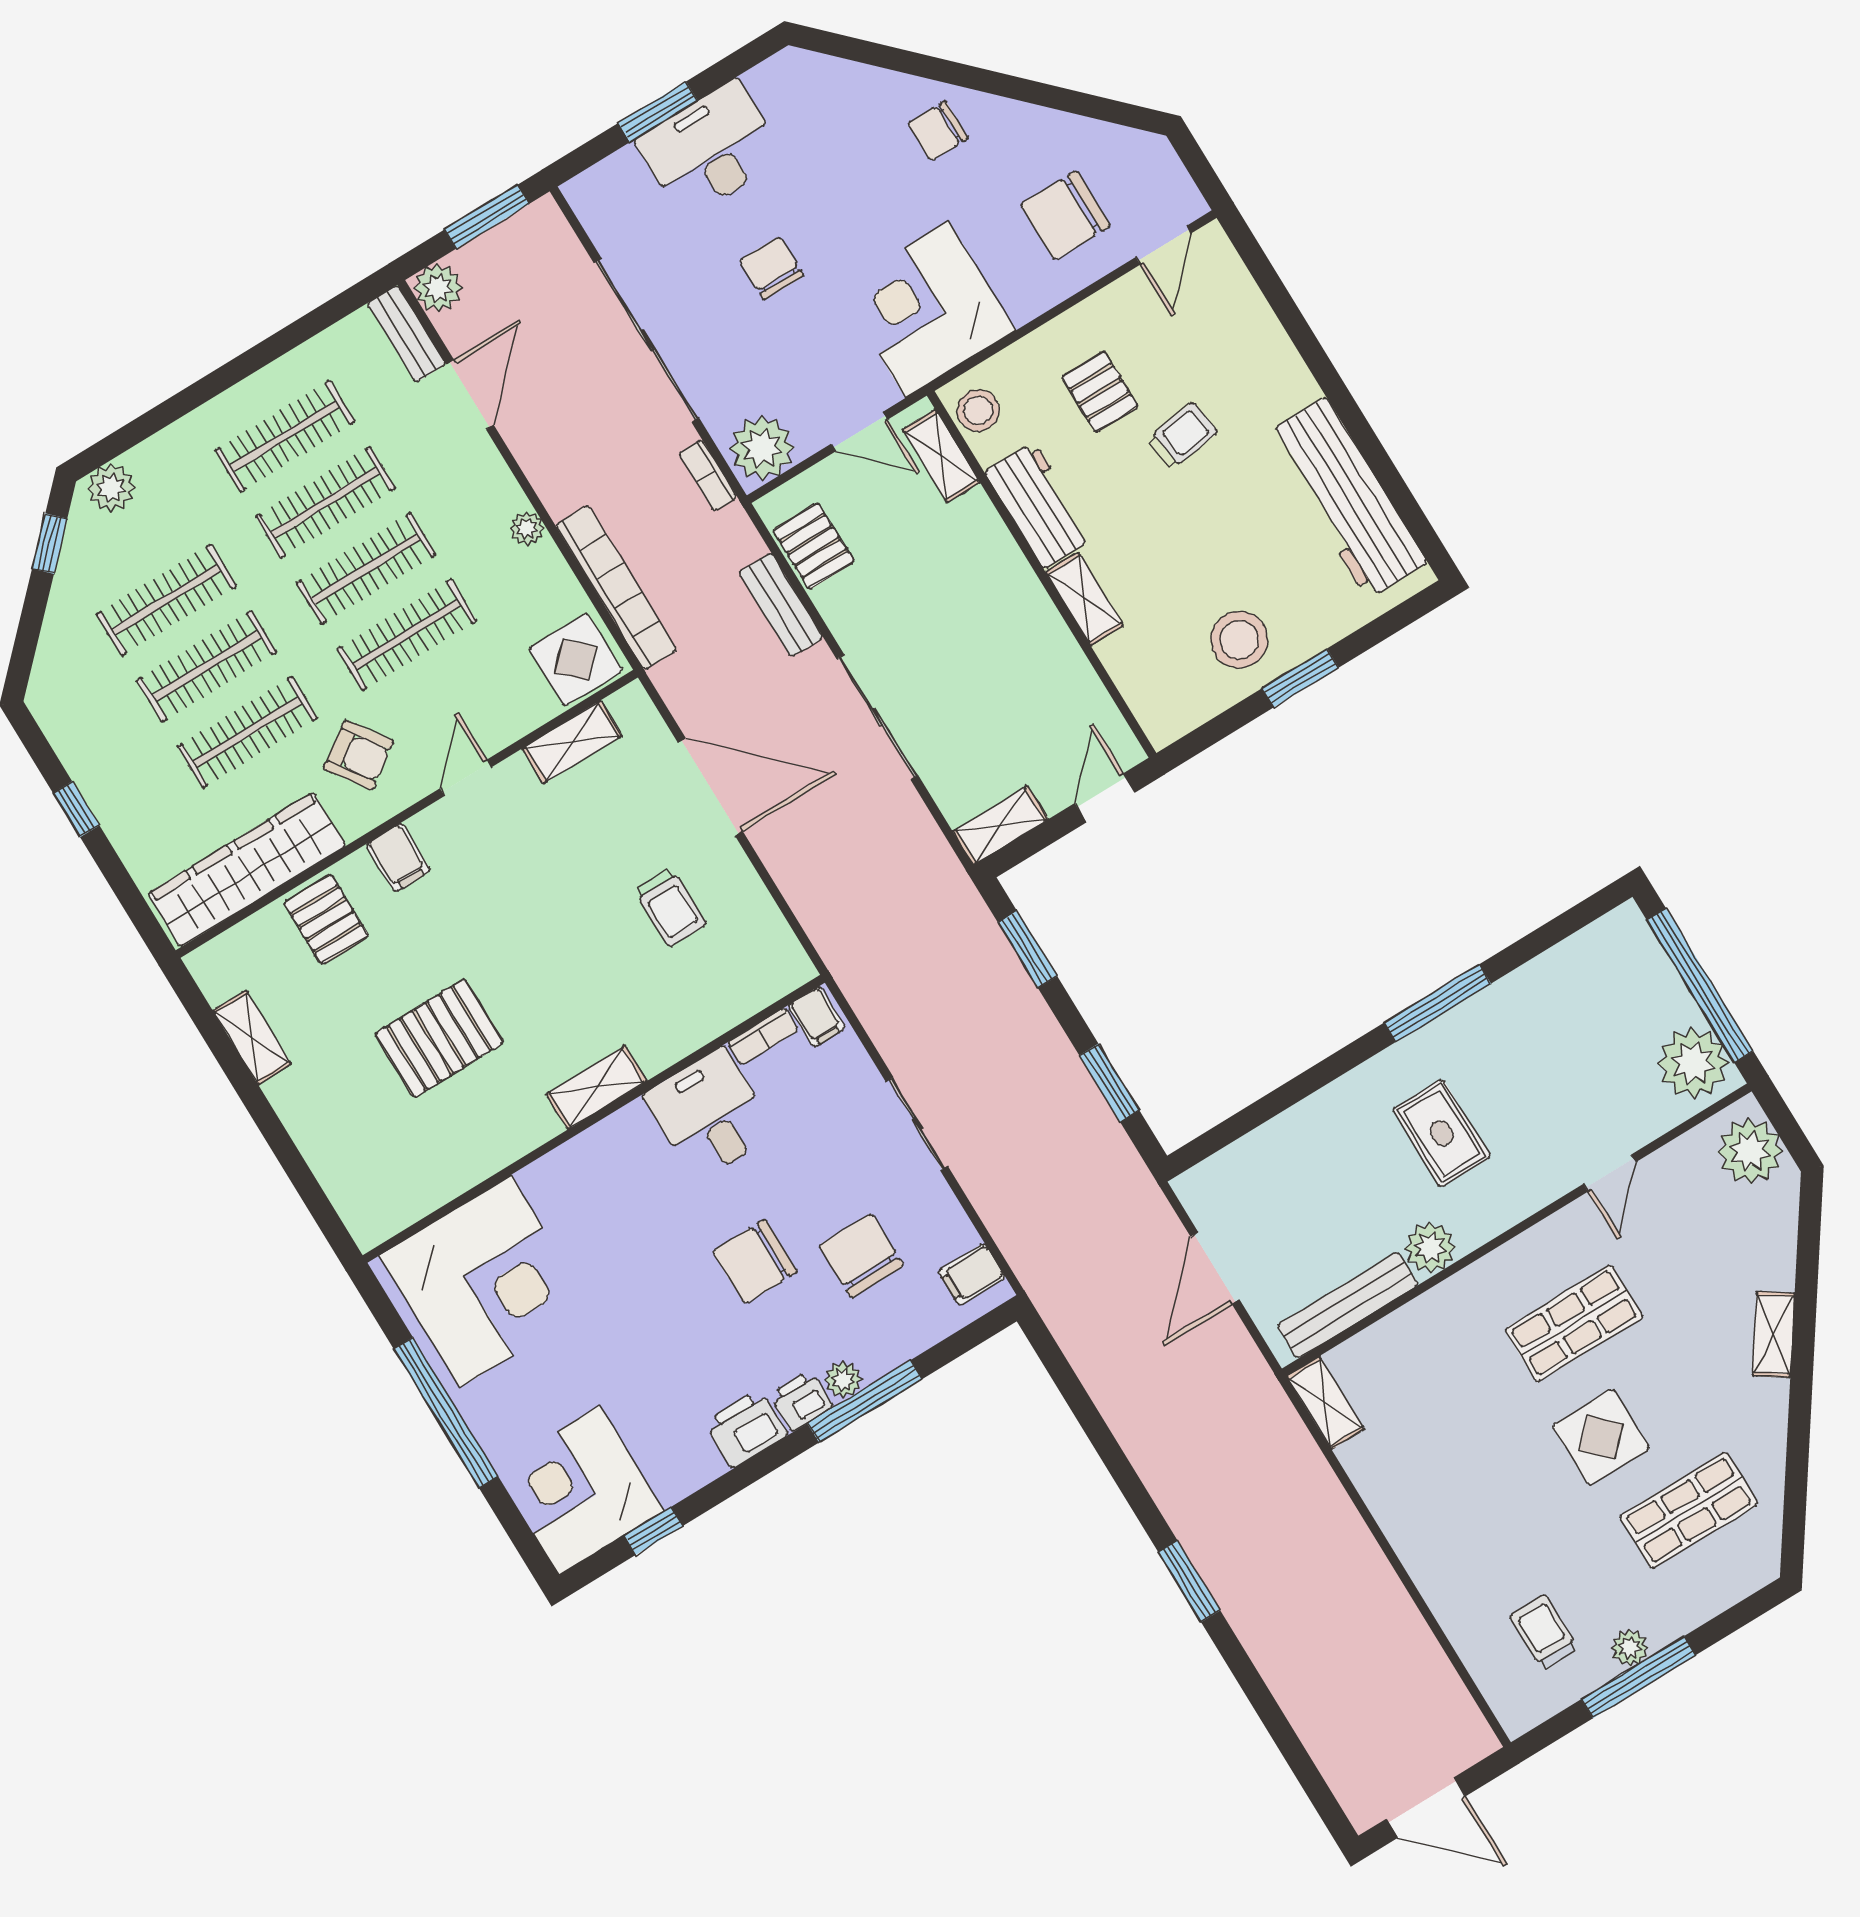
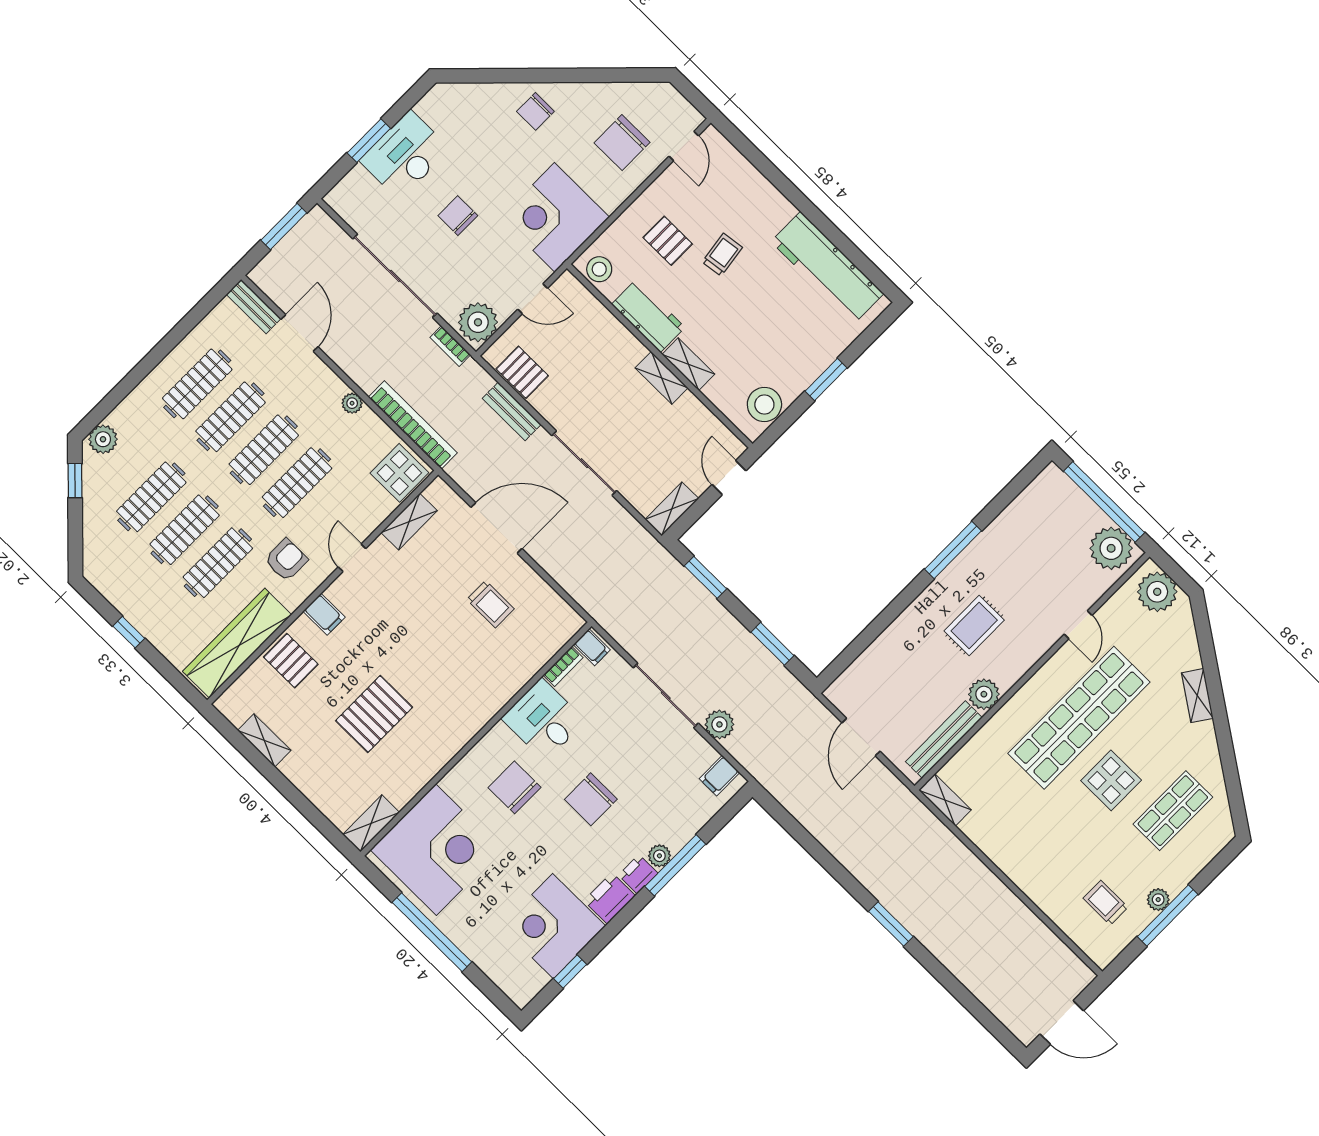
plant: (438, 288) -> (719, 724), moved
shelving: (941, 456) -> (662, 378), moved
stool: (1239, 640) -> (764, 404), moved
armchair: (359, 755) -> (286, 560), turned -55
shelving: (597, 1087) -> (371, 823), moved
sliding door: (917, 1124) -> (666, 695), width x1.37
rug: (1442, 1133) -> (974, 625), turned 90
chair: (861, 1256) -> (514, 787), moved
shop shelf: (1574, 1323) -> (1079, 718), width x2.00, depth x1.36
corner desk: (579, 1490) -> (553, 926), moved

